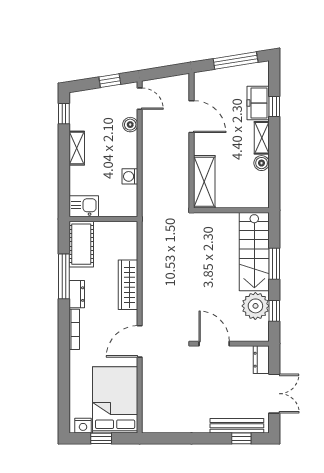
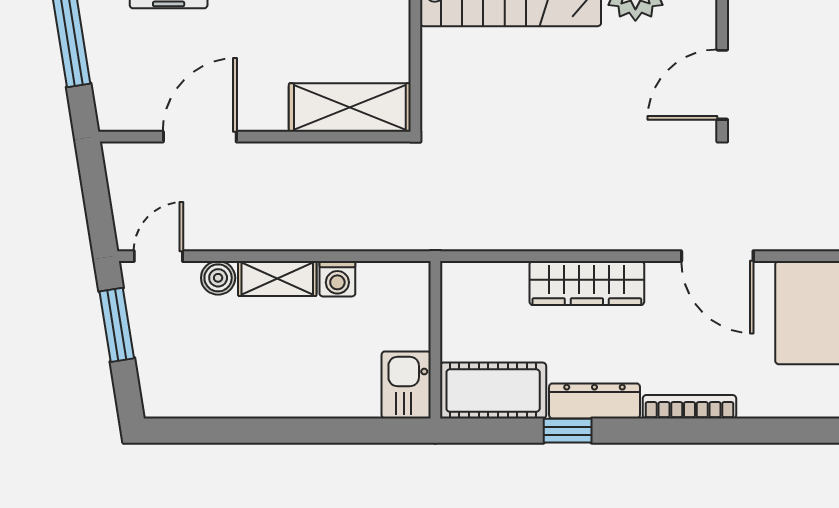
window: (110, 81) -> (117, 325), width x1.50
window: (64, 114) -> (193, 431), removed
shelving: (77, 148) -> (277, 279), moved
window: (64, 276) -> (568, 431), width x0.46
dresser: (77, 294) -> (594, 401), width x1.44

